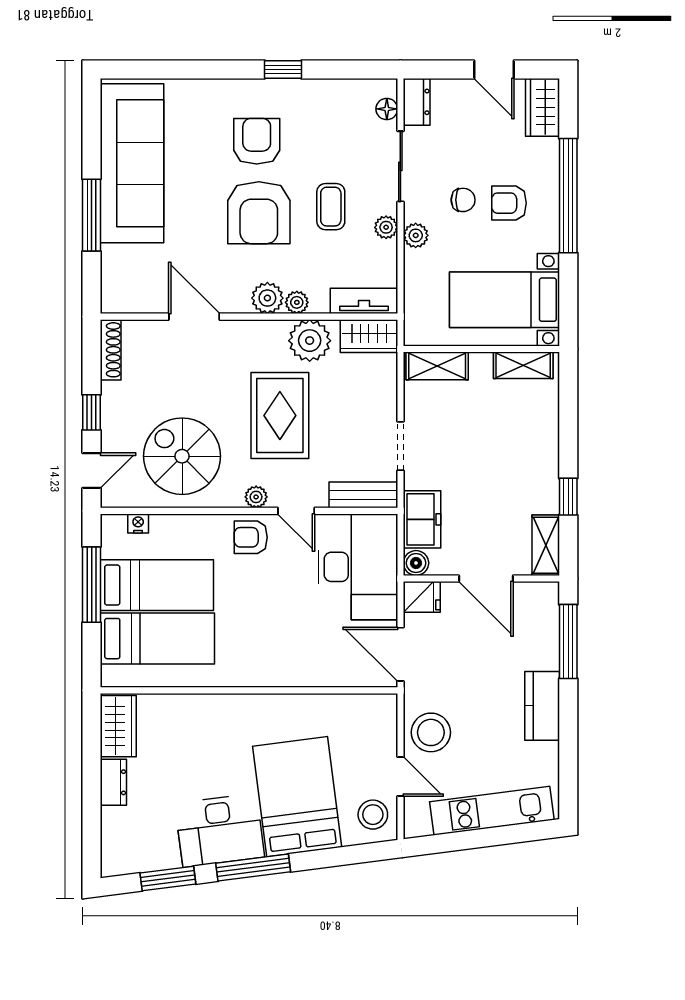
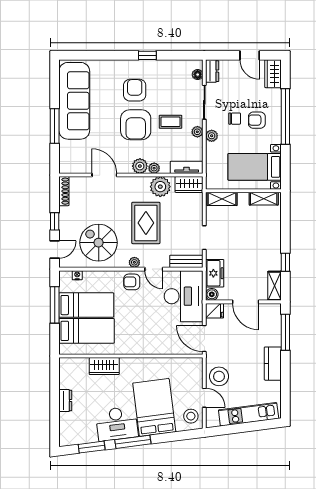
coffee table: (331, 207) -> (171, 122), turned 90
wardrobe: (118, 726) -> (104, 366), moved, turned 90

